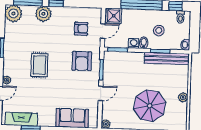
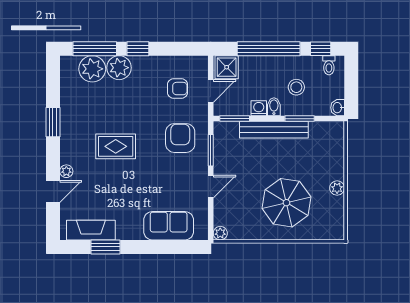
plant: (13, 13) -> (92, 69), moved
bench: (167, 59) -> (274, 130), moved
armchair: (82, 61) -> (180, 138), turned 180
rug: (39, 65) -> (116, 146), turned 90

